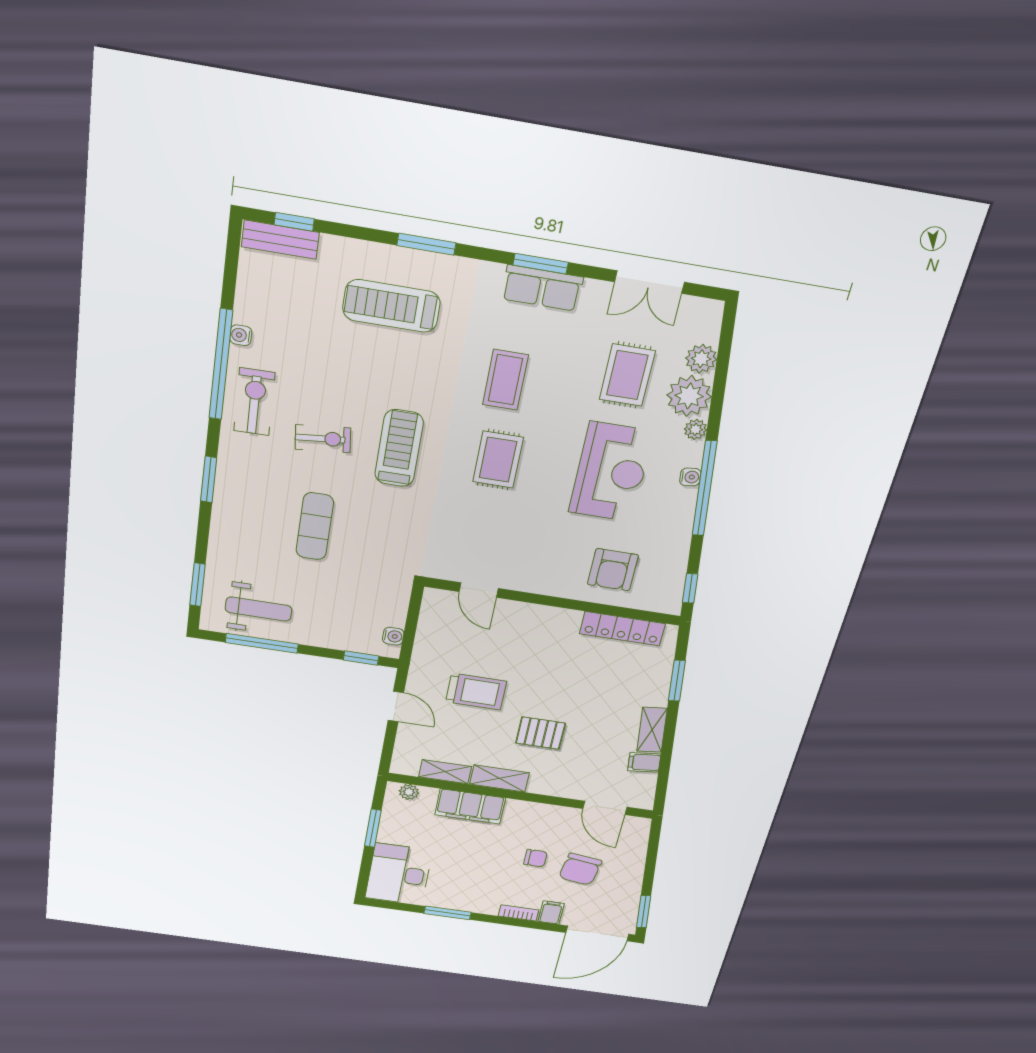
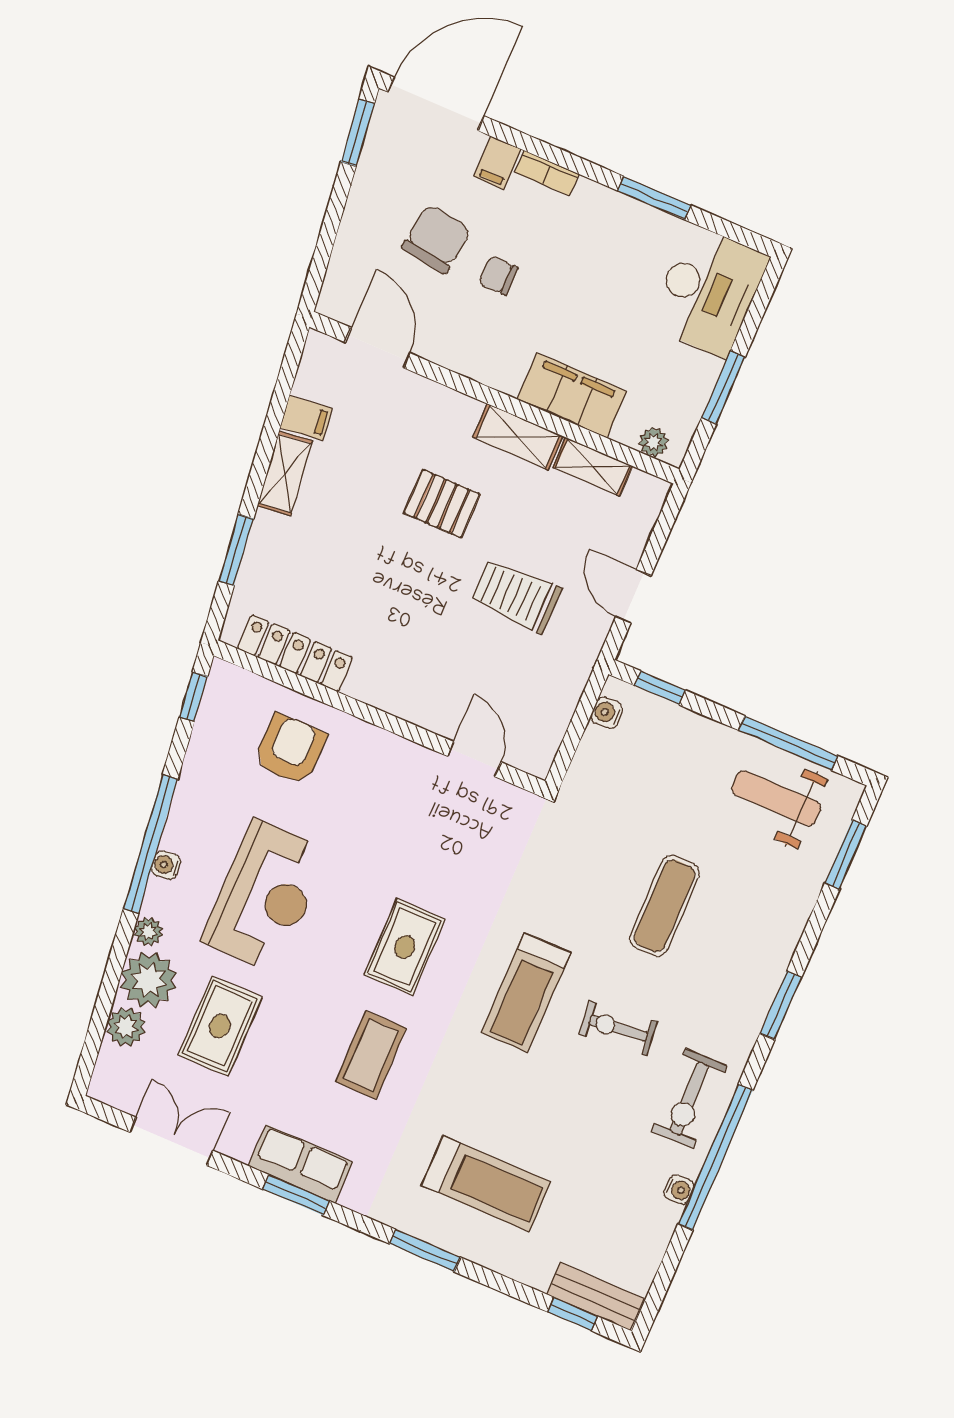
reception desk: (611, 472) -> (265, 896), turned 180

